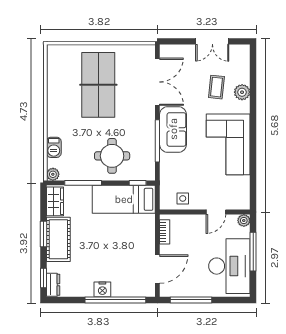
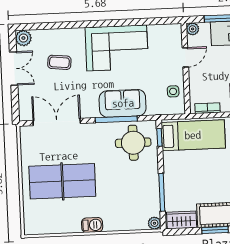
plant: (242, 92) -> (23, 38), moved
sofa: (173, 129) -> (123, 103), moved
barbecue: (54, 147) -> (92, 225), moved
round table: (112, 156) -> (133, 143), moved
bed: (124, 199) -> (193, 135), moved, turned -90
door: (216, 212) -> (185, 57), hinge flipped

